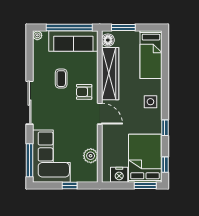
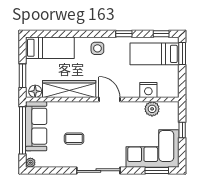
armchair: (84, 92) -> (88, 115), removed
door: (100, 114) -> (109, 100), hinge flipped
bed: (145, 158) -> (155, 54), width x0.67
window: (30, 160) -> (157, 171), width x0.69
nightstand: (119, 175) -> (148, 90), moved, turned 90

